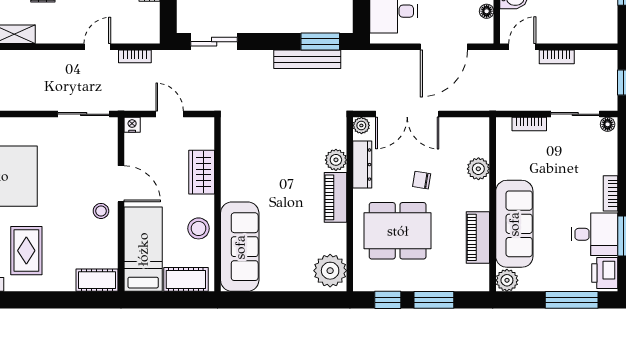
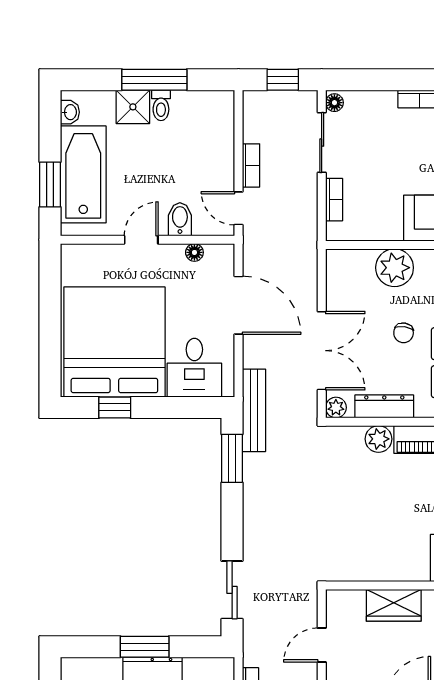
bench: (307, 59) -> (254, 410), moved
plant: (478, 169) -> (395, 268), width x1.36, depth x1.36

